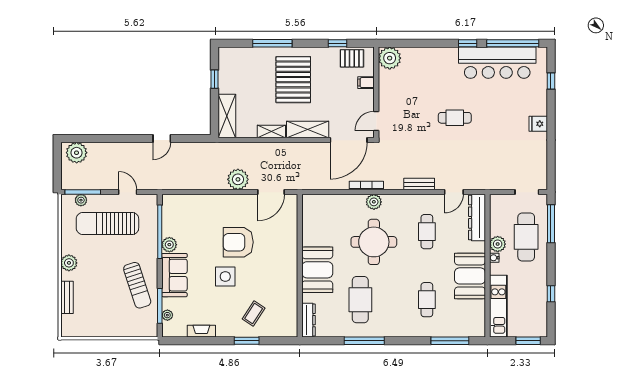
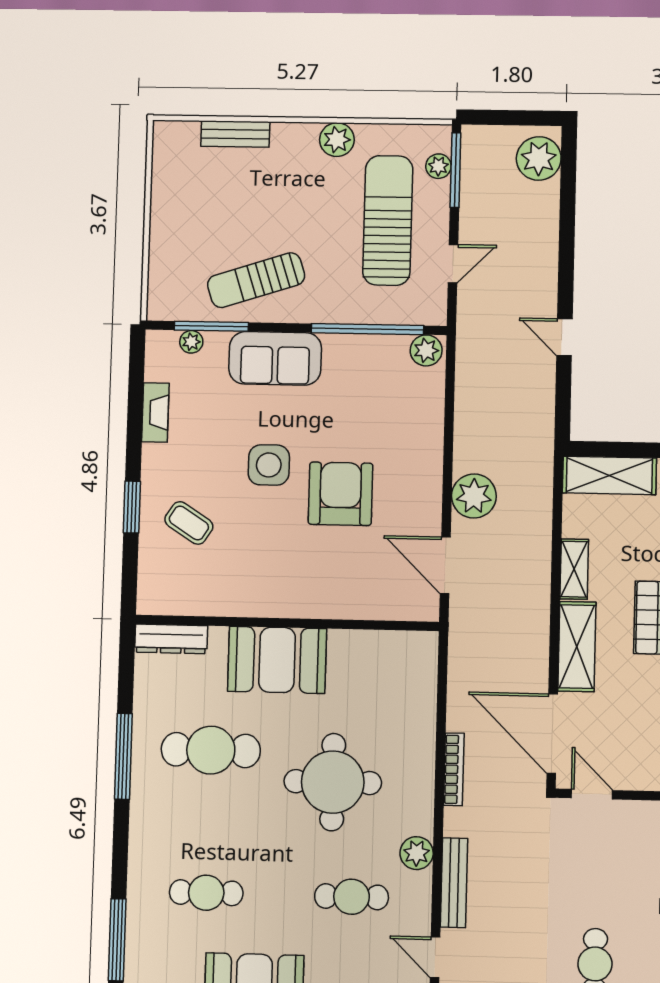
bench: (419, 184) -> (454, 883), width x1.36
plant: (374, 202) -> (417, 853), moved
plant: (169, 245) -> (426, 350), moved
plant: (69, 263) -> (337, 140), moved

